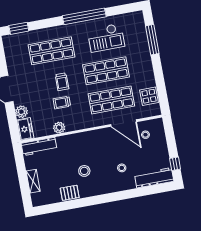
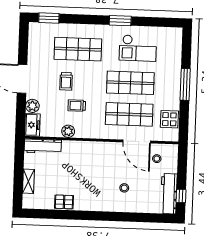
window: (84, 16) -> (120, 21), width x0.47
window: (152, 40) -> (185, 84), moved
trolley: (62, 82) -> (66, 81), moved
stool: (84, 171) -> (84, 182), removed
workbench: (154, 178) -> (169, 194), moved, turned -90

